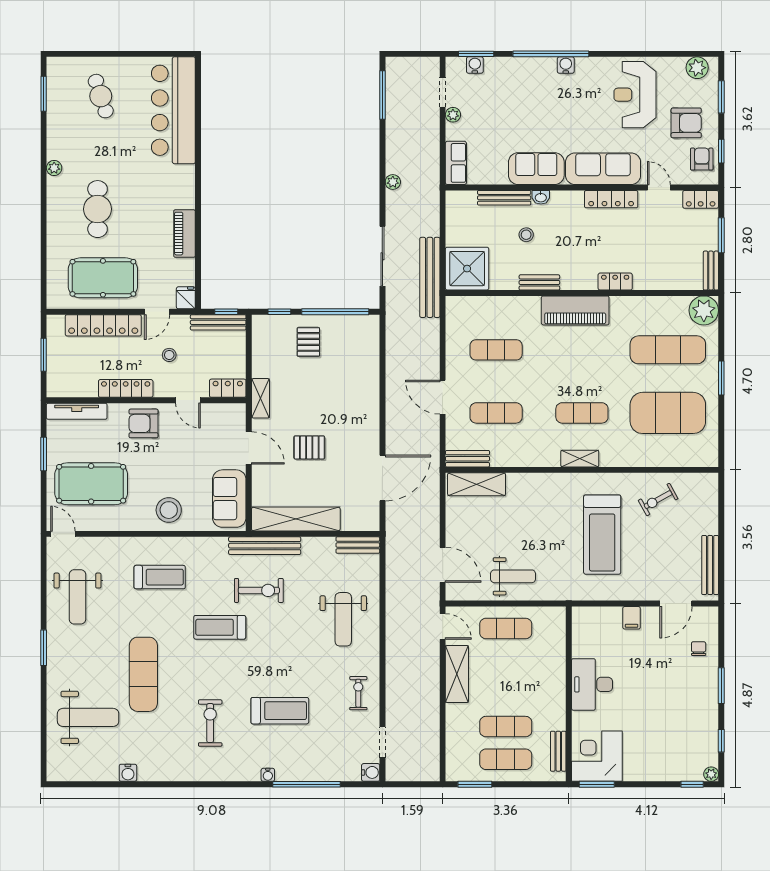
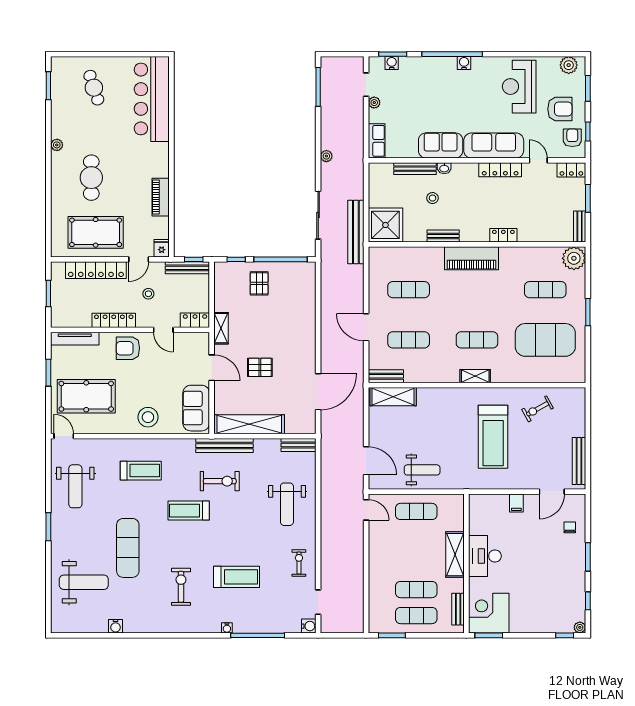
exercise mat: (668, 350) -> (545, 290), width x0.73, depth x0.69
shelving: (457, 674) -> (455, 555), moved

